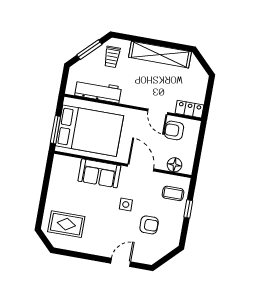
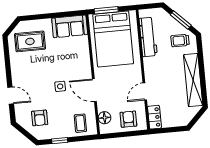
armchair: (174, 130) -> (128, 119), moved
door: (141, 168) -> (94, 90), swing flipped
sofa: (99, 173) -> (70, 26), moved, turned -90
window: (188, 209) -> (60, 141), moved
rug: (66, 224) -> (30, 41), turned 90
armchair: (149, 225) -> (40, 118), moved

